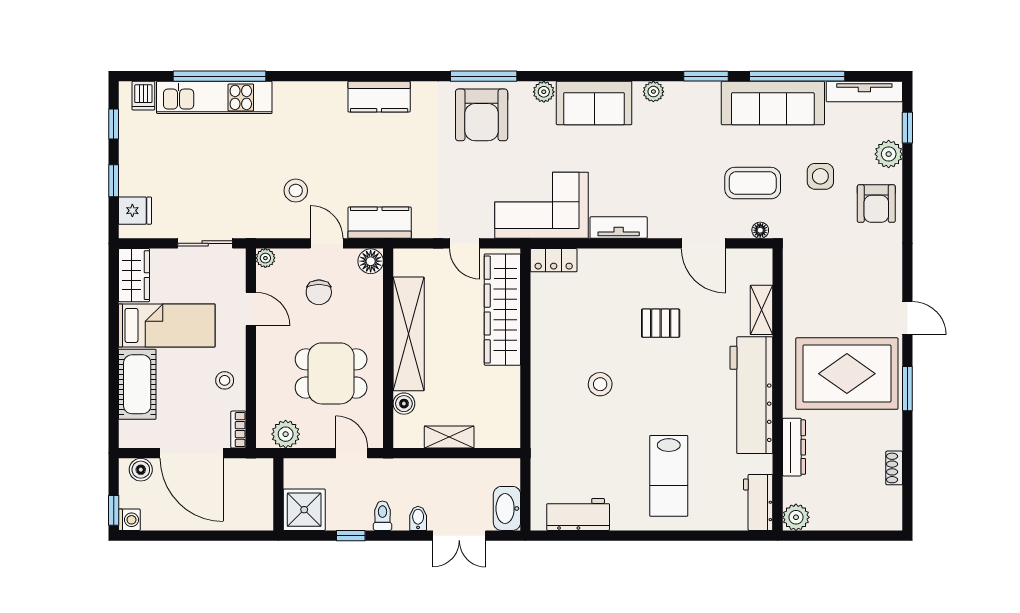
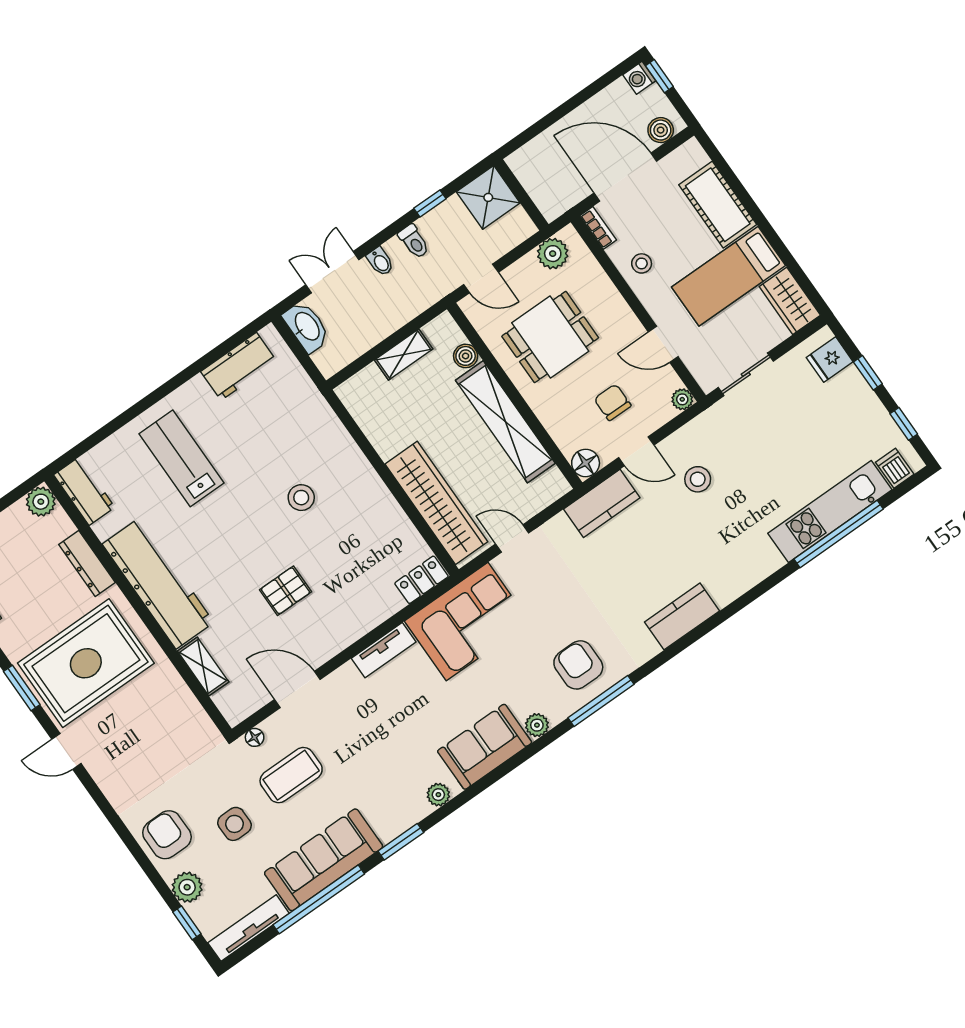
armchair: (482, 115) -> (578, 665), width x0.73, depth x0.73

